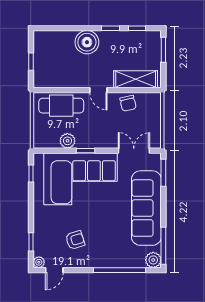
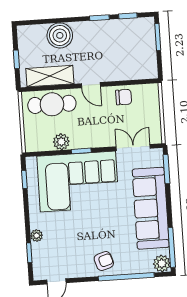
boiler: (87, 42) -> (60, 35), moved
shelving: (136, 79) -> (50, 76), moved
chair: (128, 103) -> (124, 97), turned -77
armchair: (75, 240) -> (104, 261), moved
plant: (39, 262) -> (37, 236), moved

